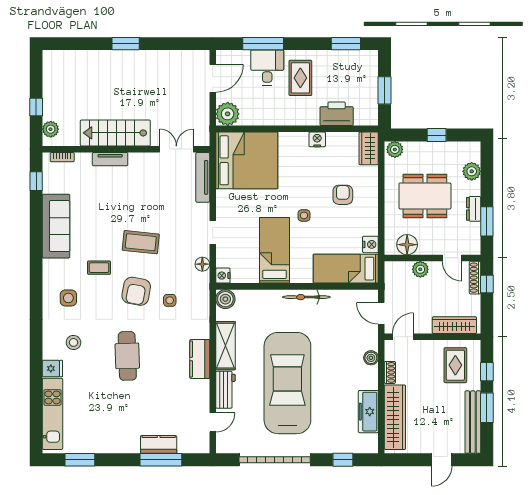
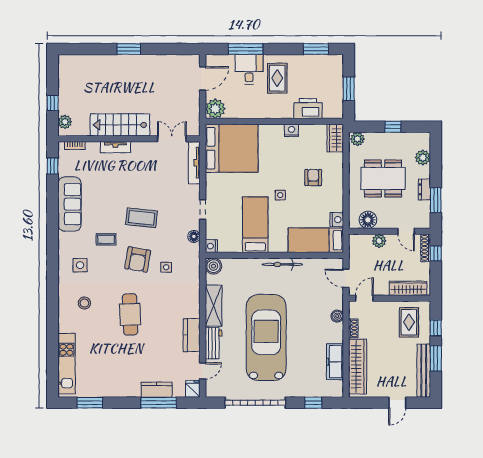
kitchen counter: (200, 359) -> (192, 335), moved
fridge: (52, 368) -> (193, 389), moved, turned -90

